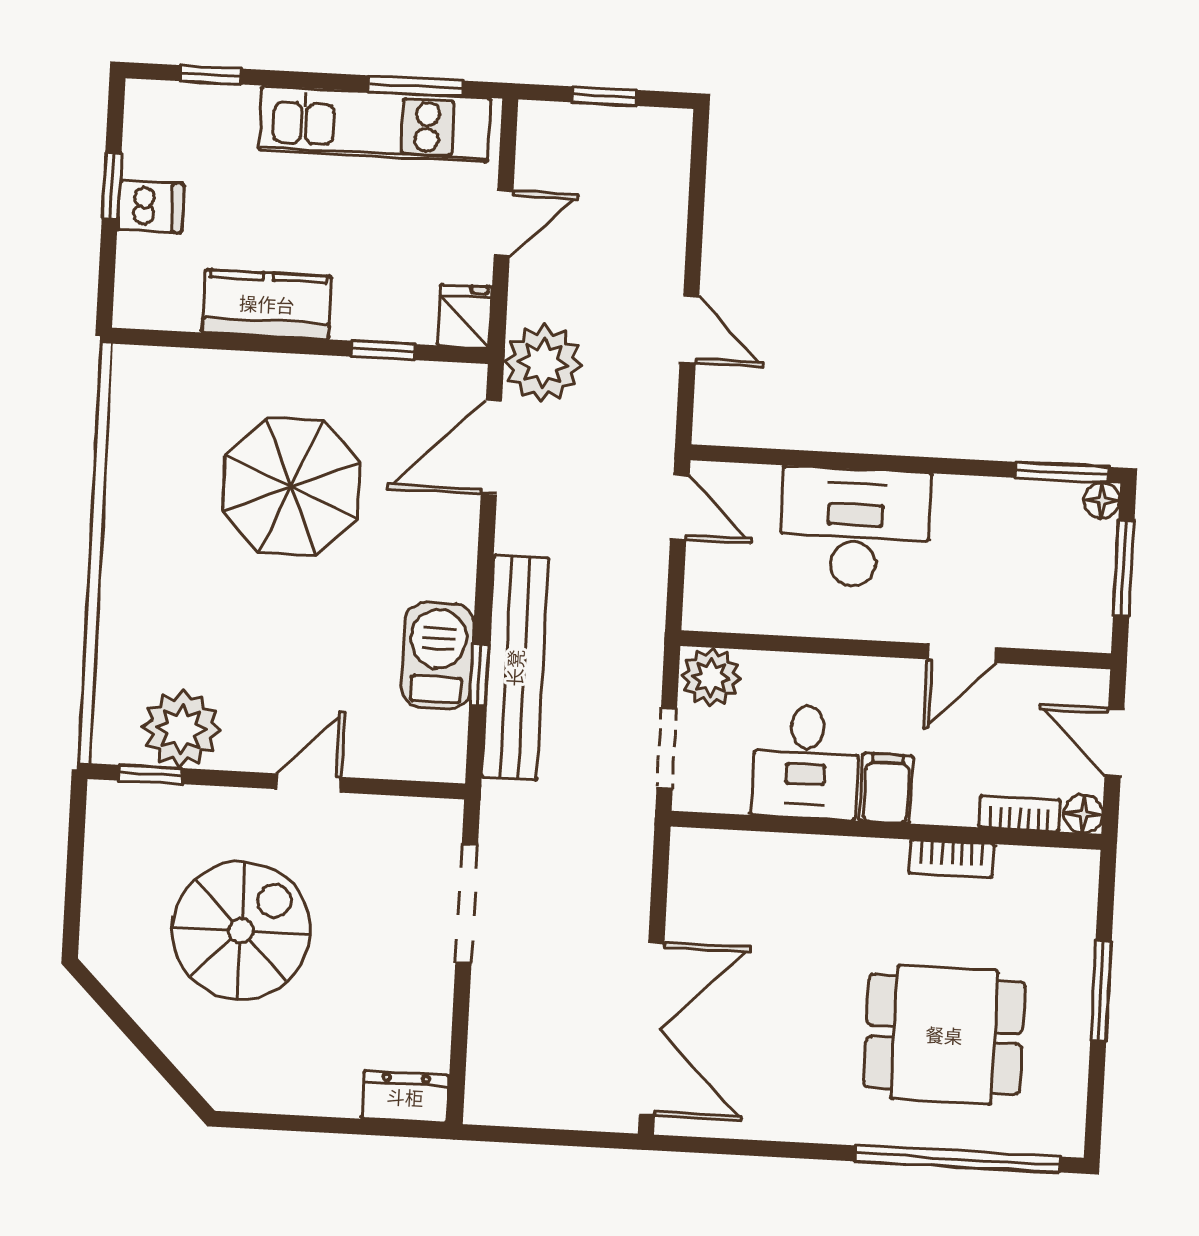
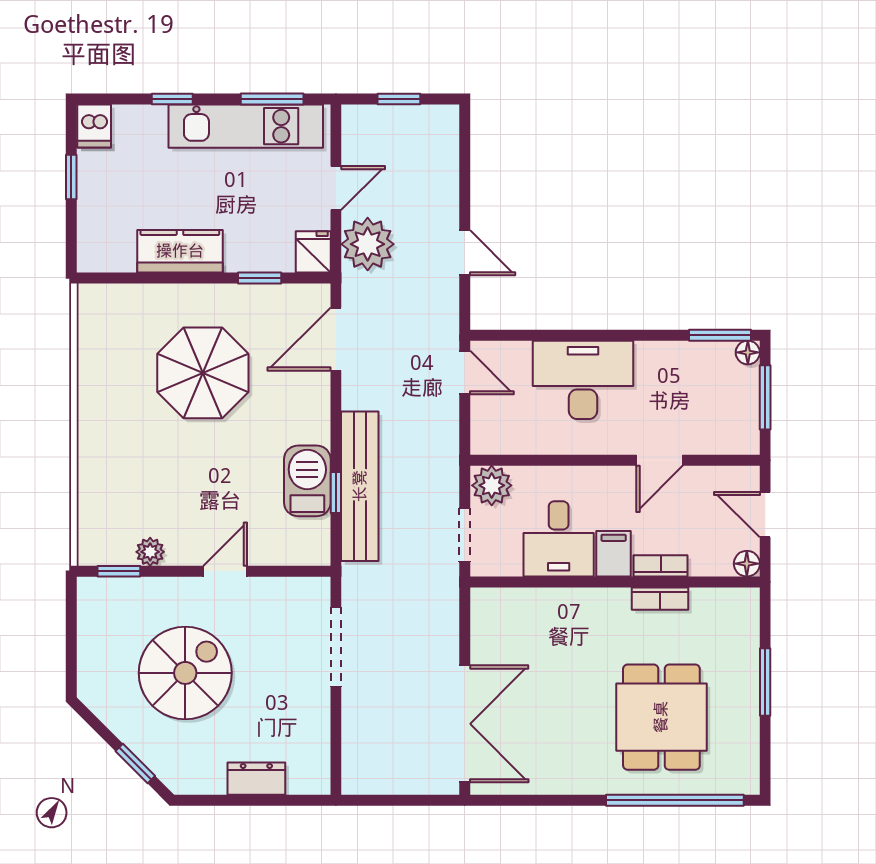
window: (211, 75) -> (172, 99), moved
dishwasher: (150, 207) -> (94, 126), moved, turned 90
plant: (543, 363) -> (368, 244), moved
plant: (181, 729) -> (150, 552), width x0.53, depth x0.53
bookcase: (1020, 813) -> (661, 566), moved
dining table: (944, 1035) -> (661, 717), turned 90
window: (159, 1061) -> (135, 763), added
dresser: (405, 1097) -> (256, 779), moved

